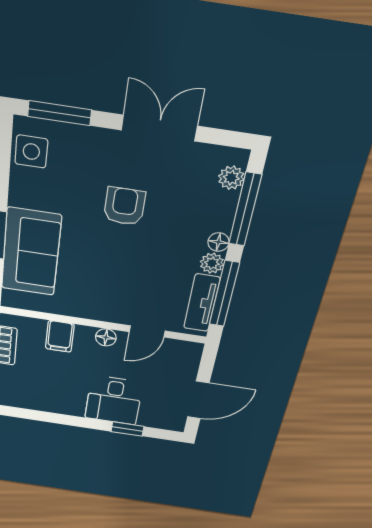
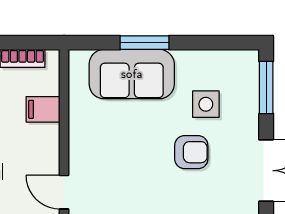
side table: (31, 152) -> (206, 104), moved
floor lamp: (106, 337) -> (50, 154), removed

